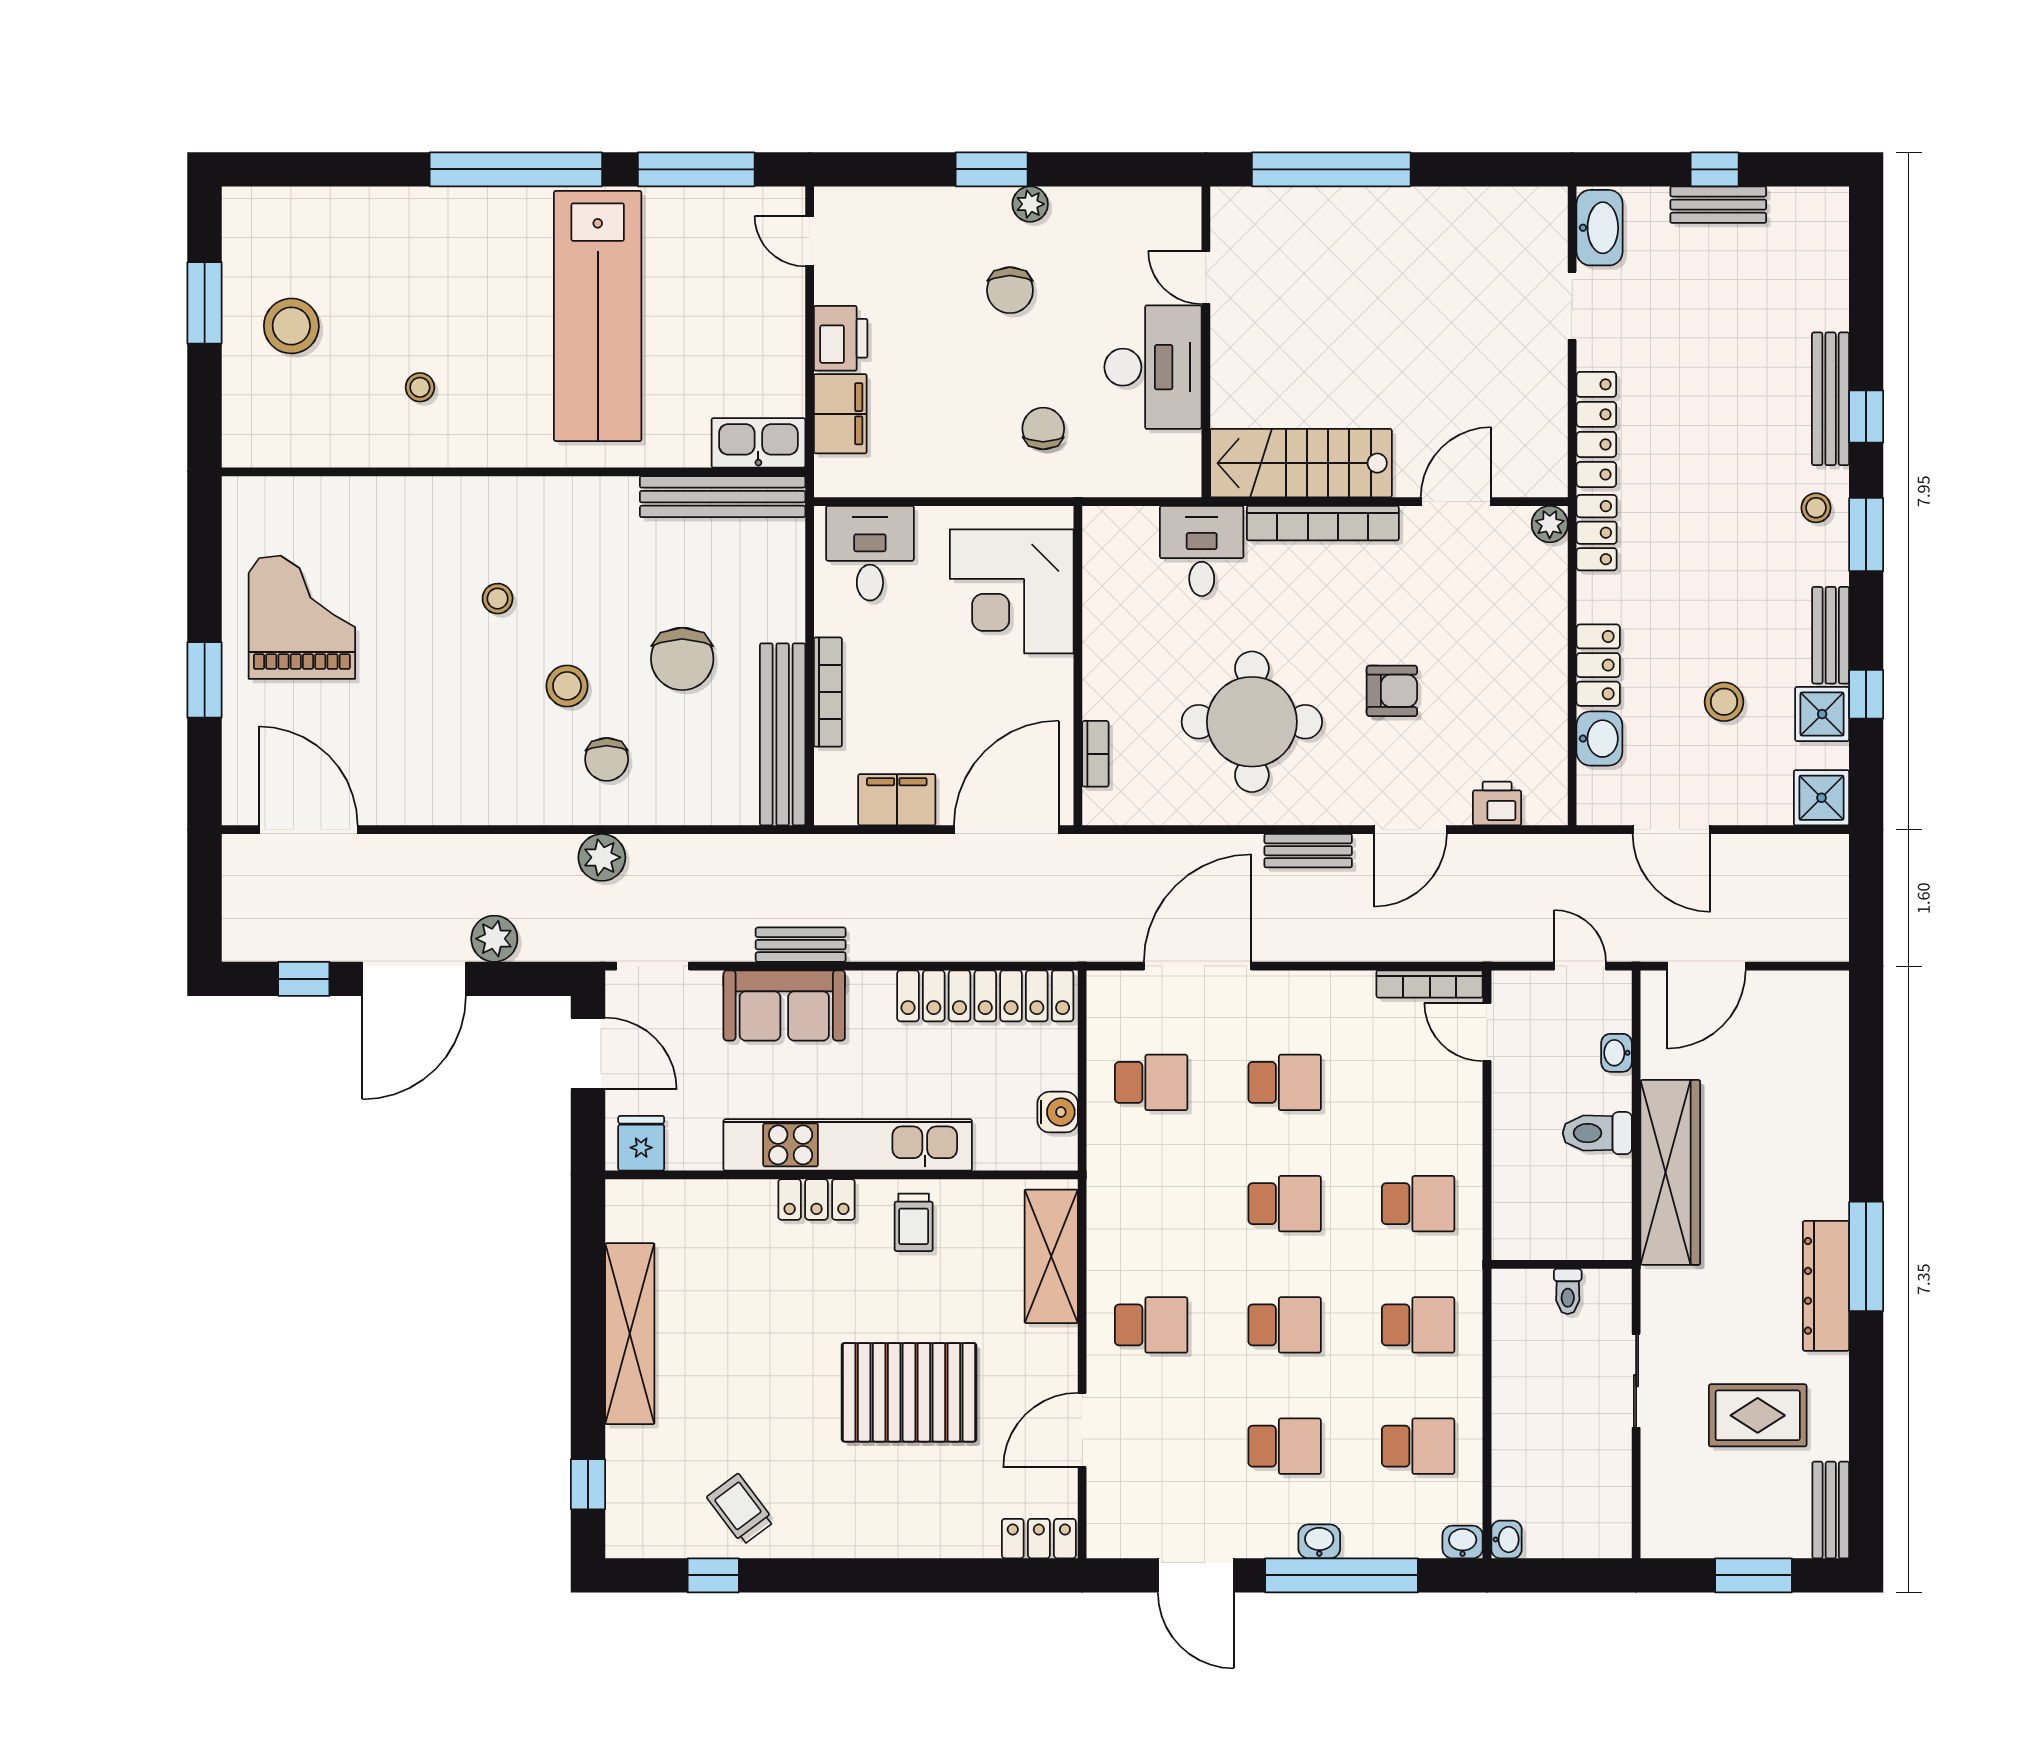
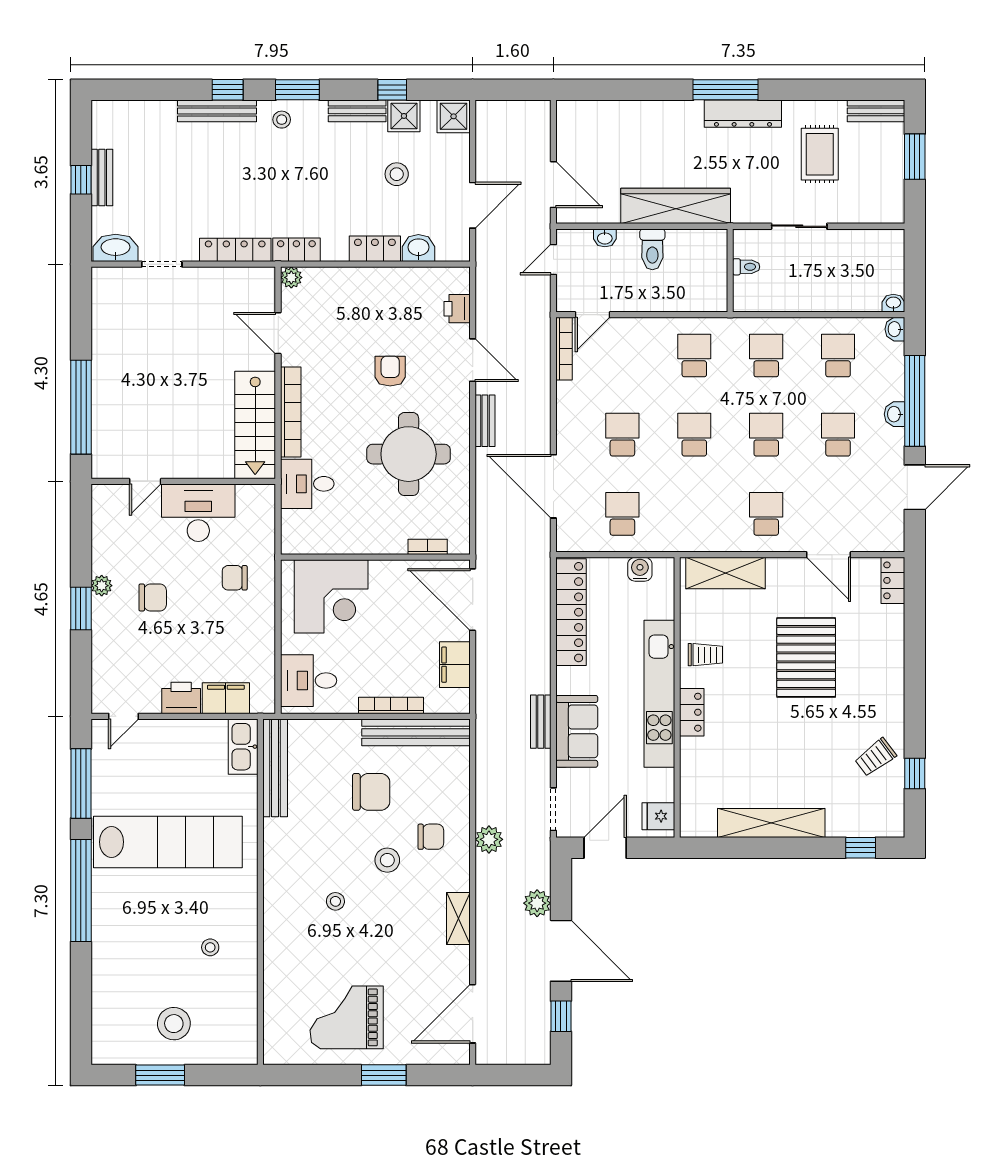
shelving: (468, 806) -> (458, 919), added

